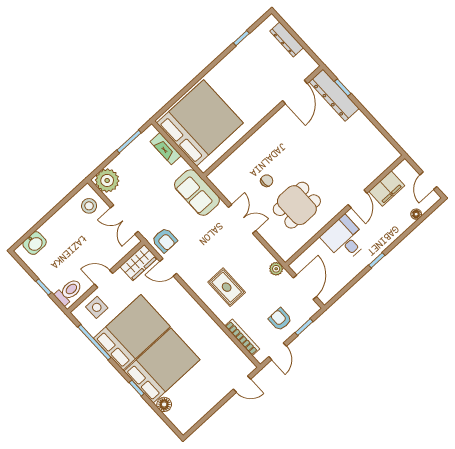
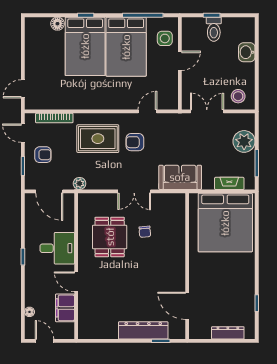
dresser: (334, 95) -> (143, 330), moved
plant: (107, 180) -> (244, 141), moved
armchair: (165, 240) -> (135, 142), moved
washbasin: (35, 243) -> (247, 52), moved
wardrobe: (139, 263) -> (169, 94), removed
rug: (227, 287) -> (98, 139), width x1.36, depth x1.43
toilet: (69, 292) -> (214, 29), moved

